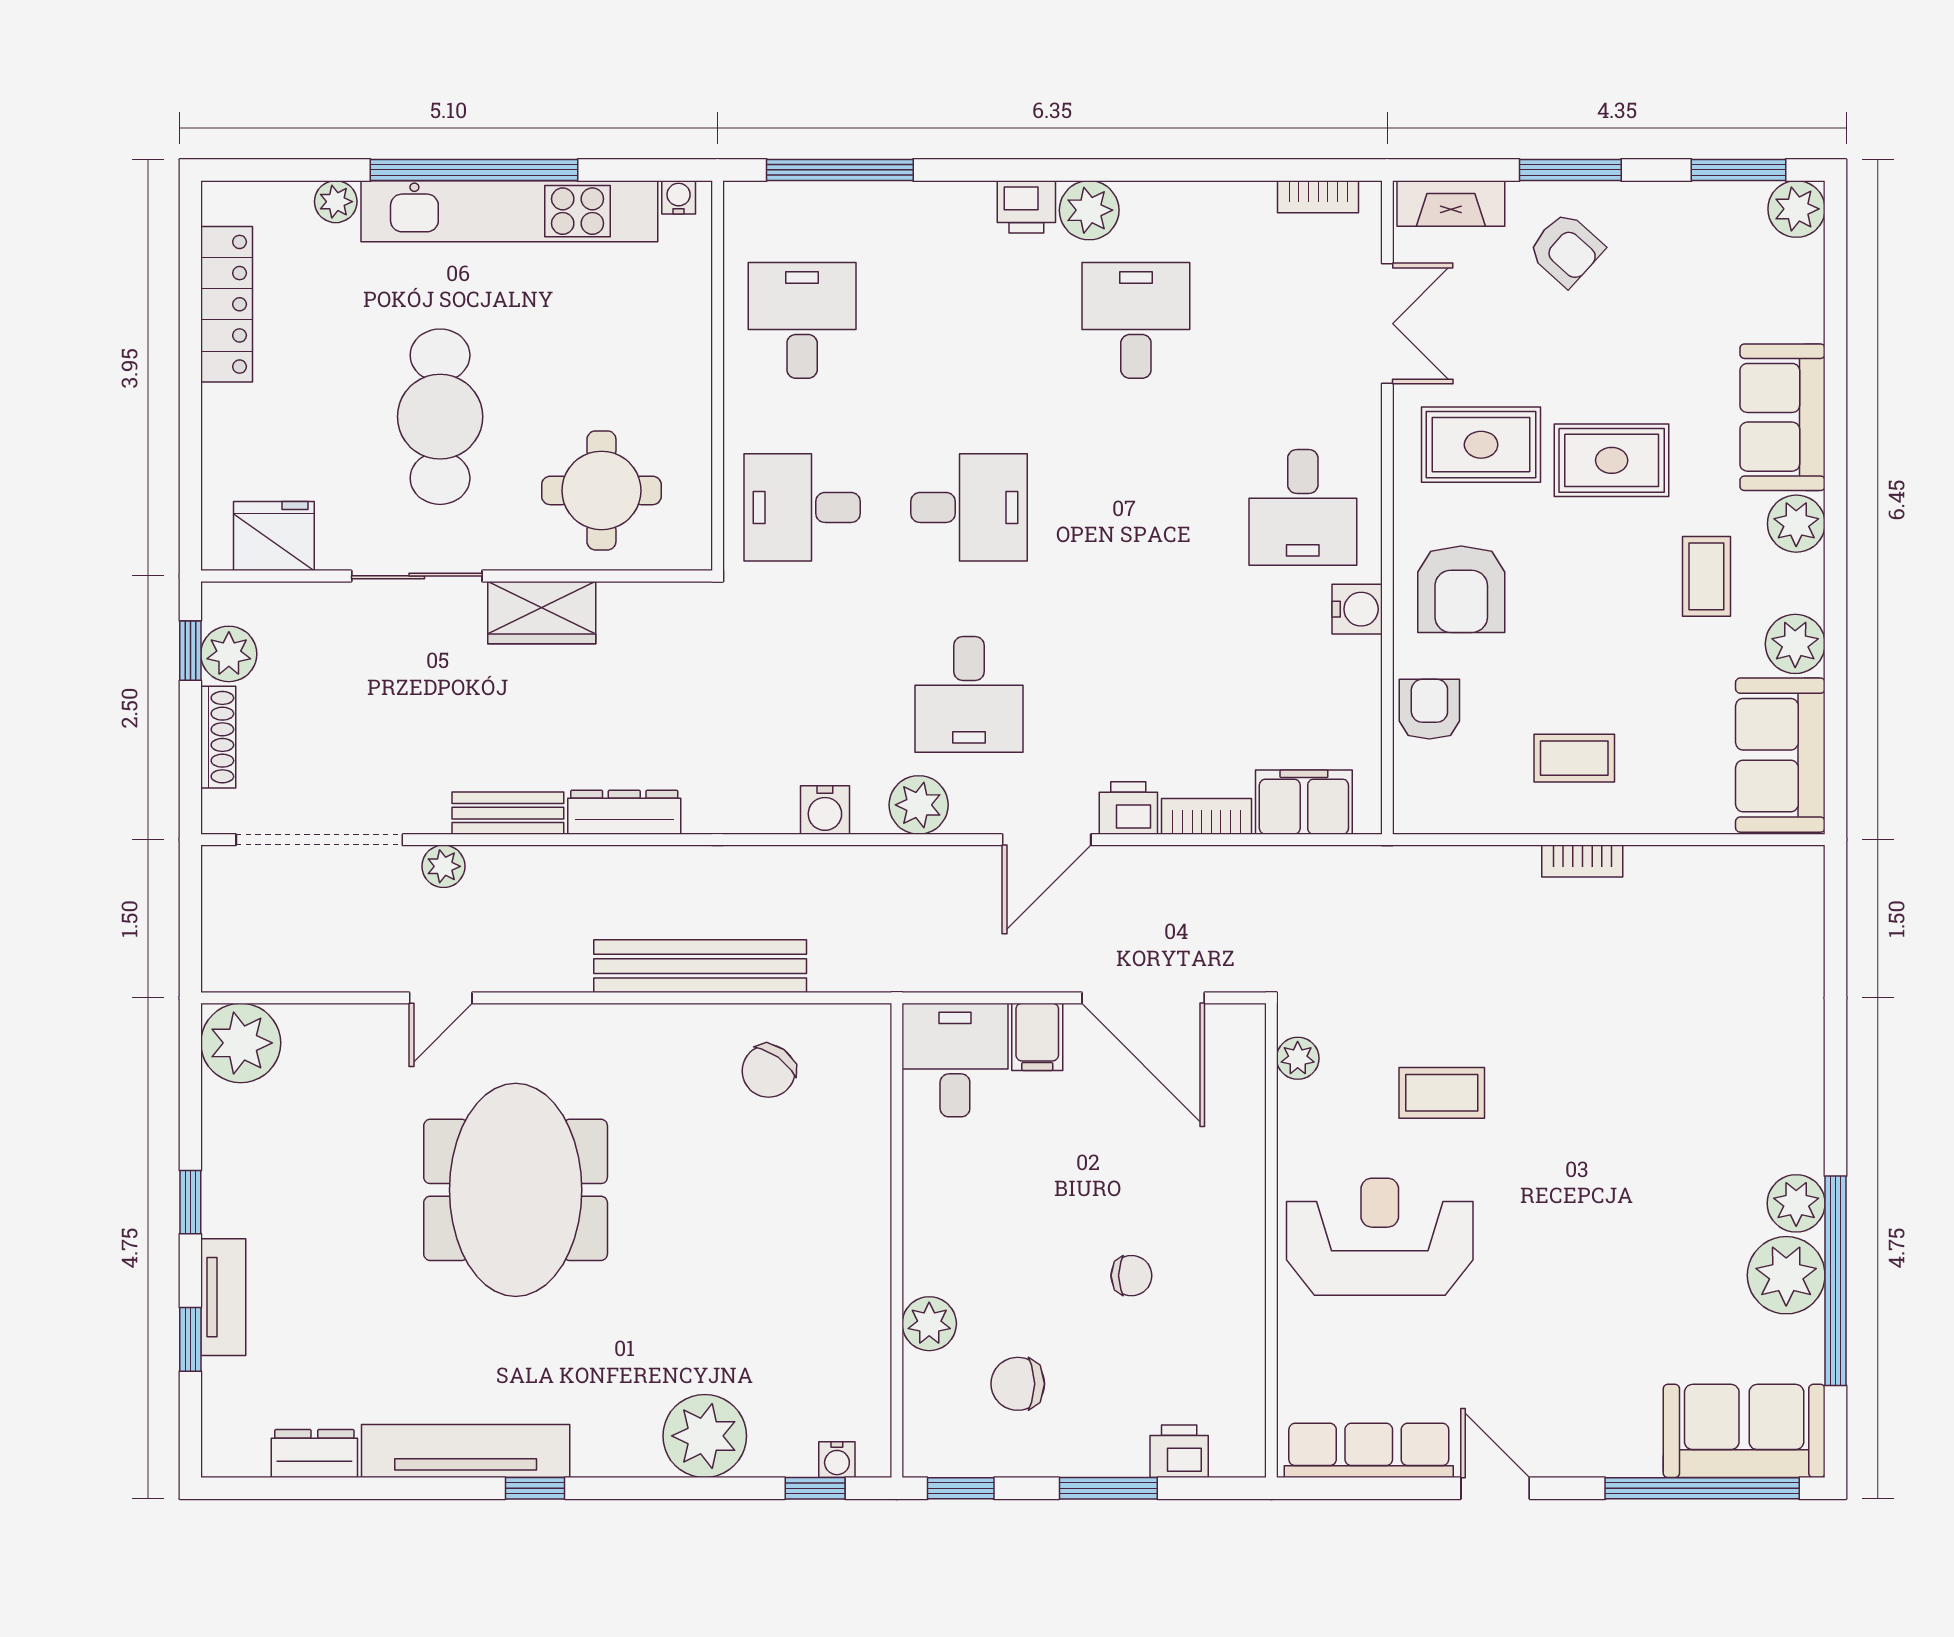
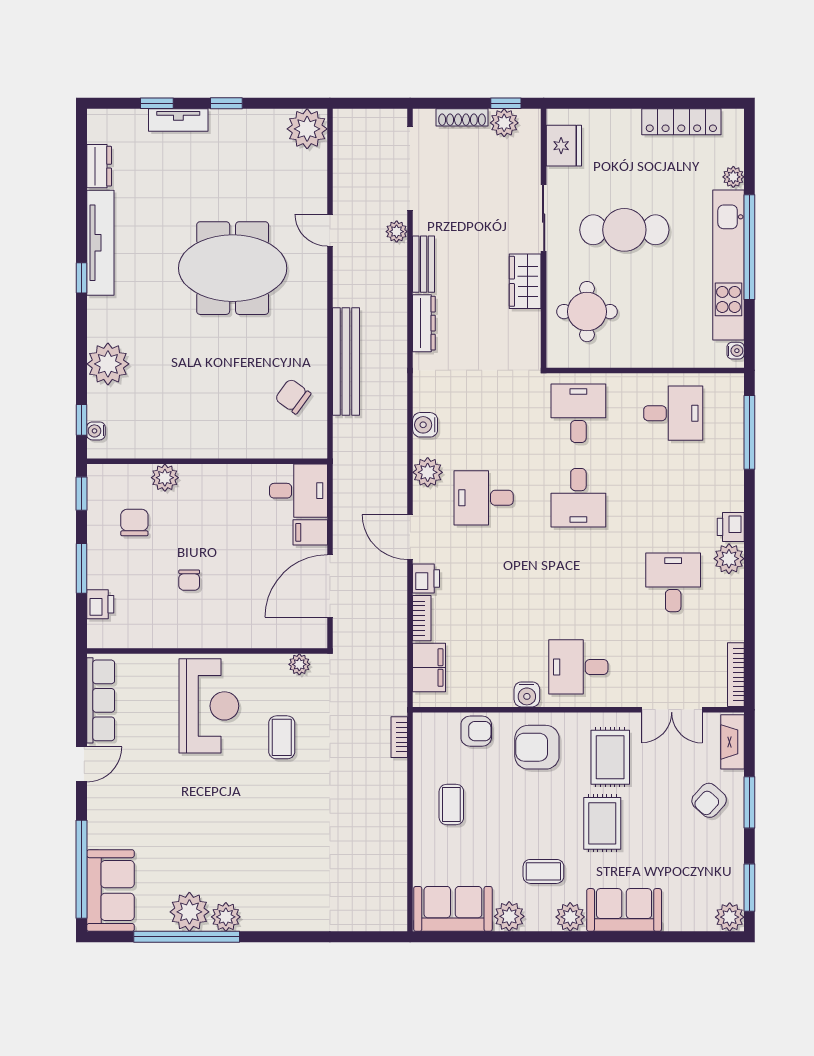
bookcase: (1318, 197) -> (736, 675), width x1.56
desk: (1136, 320) -> (673, 582), turned -90
bookcase: (1582, 861) -> (399, 737), moved

